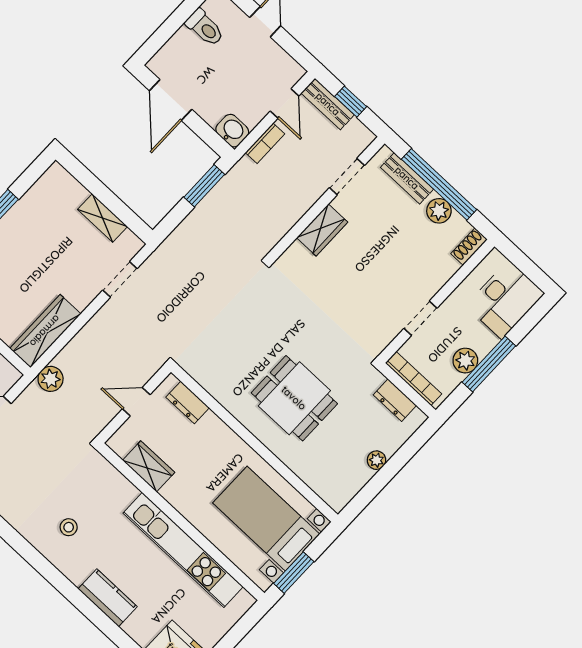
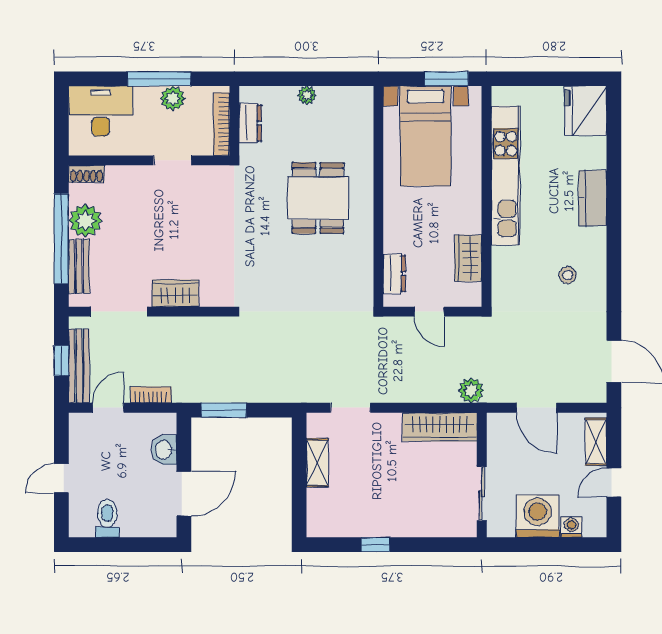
bench: (328, 104) -> (79, 366), width x1.36
washbasin: (232, 131) -> (164, 450), moved
doorway: (347, 177) -> (119, 312), width x1.38
plant: (439, 211) -> (85, 221), width x1.36, depth x1.36

